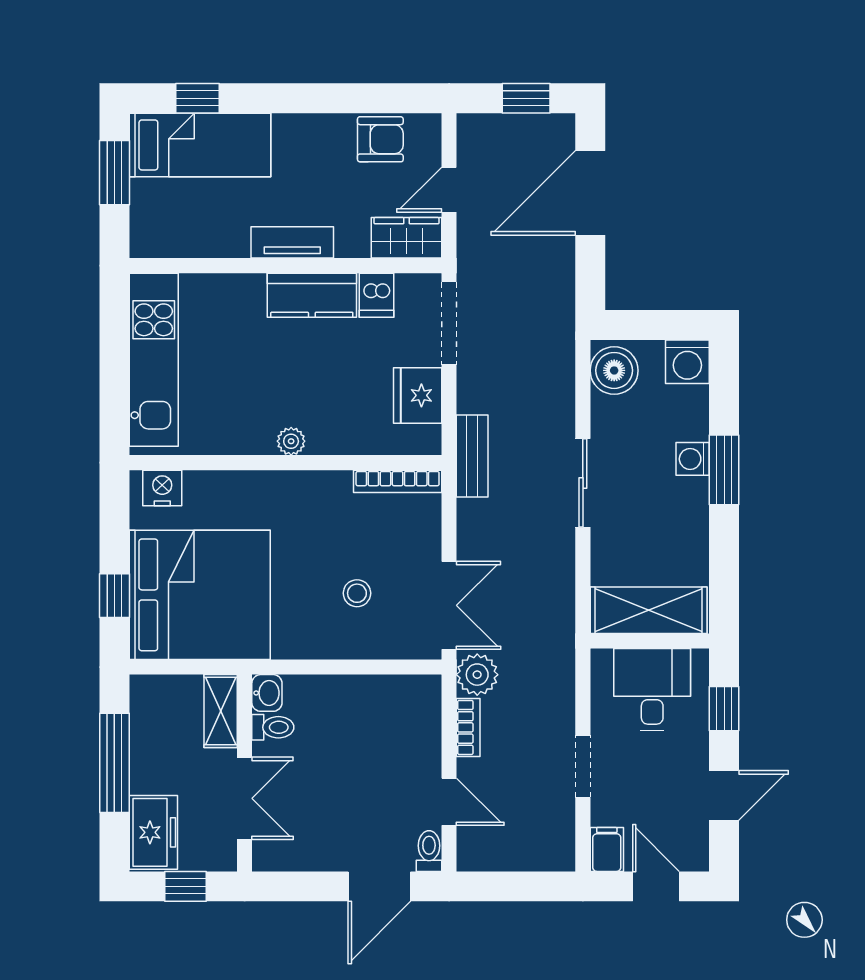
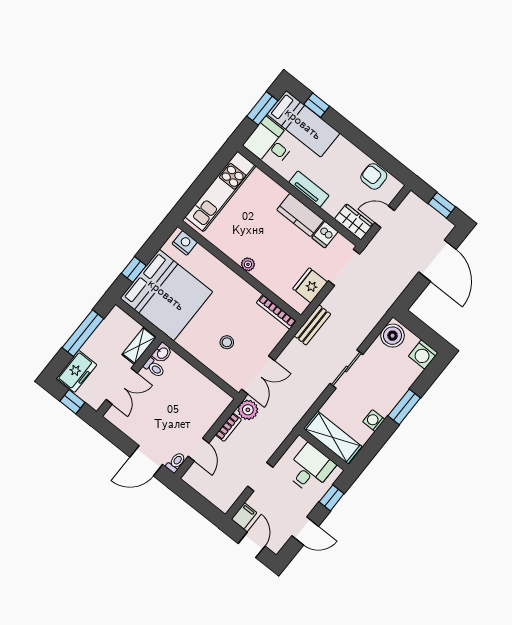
armchair: (380, 139) -> (374, 176), turned 180
door: (590, 193) -> (437, 261), swing flipped
desk: (171, 219) -> (270, 143), added
washing machine: (693, 459) -> (374, 421), moved

